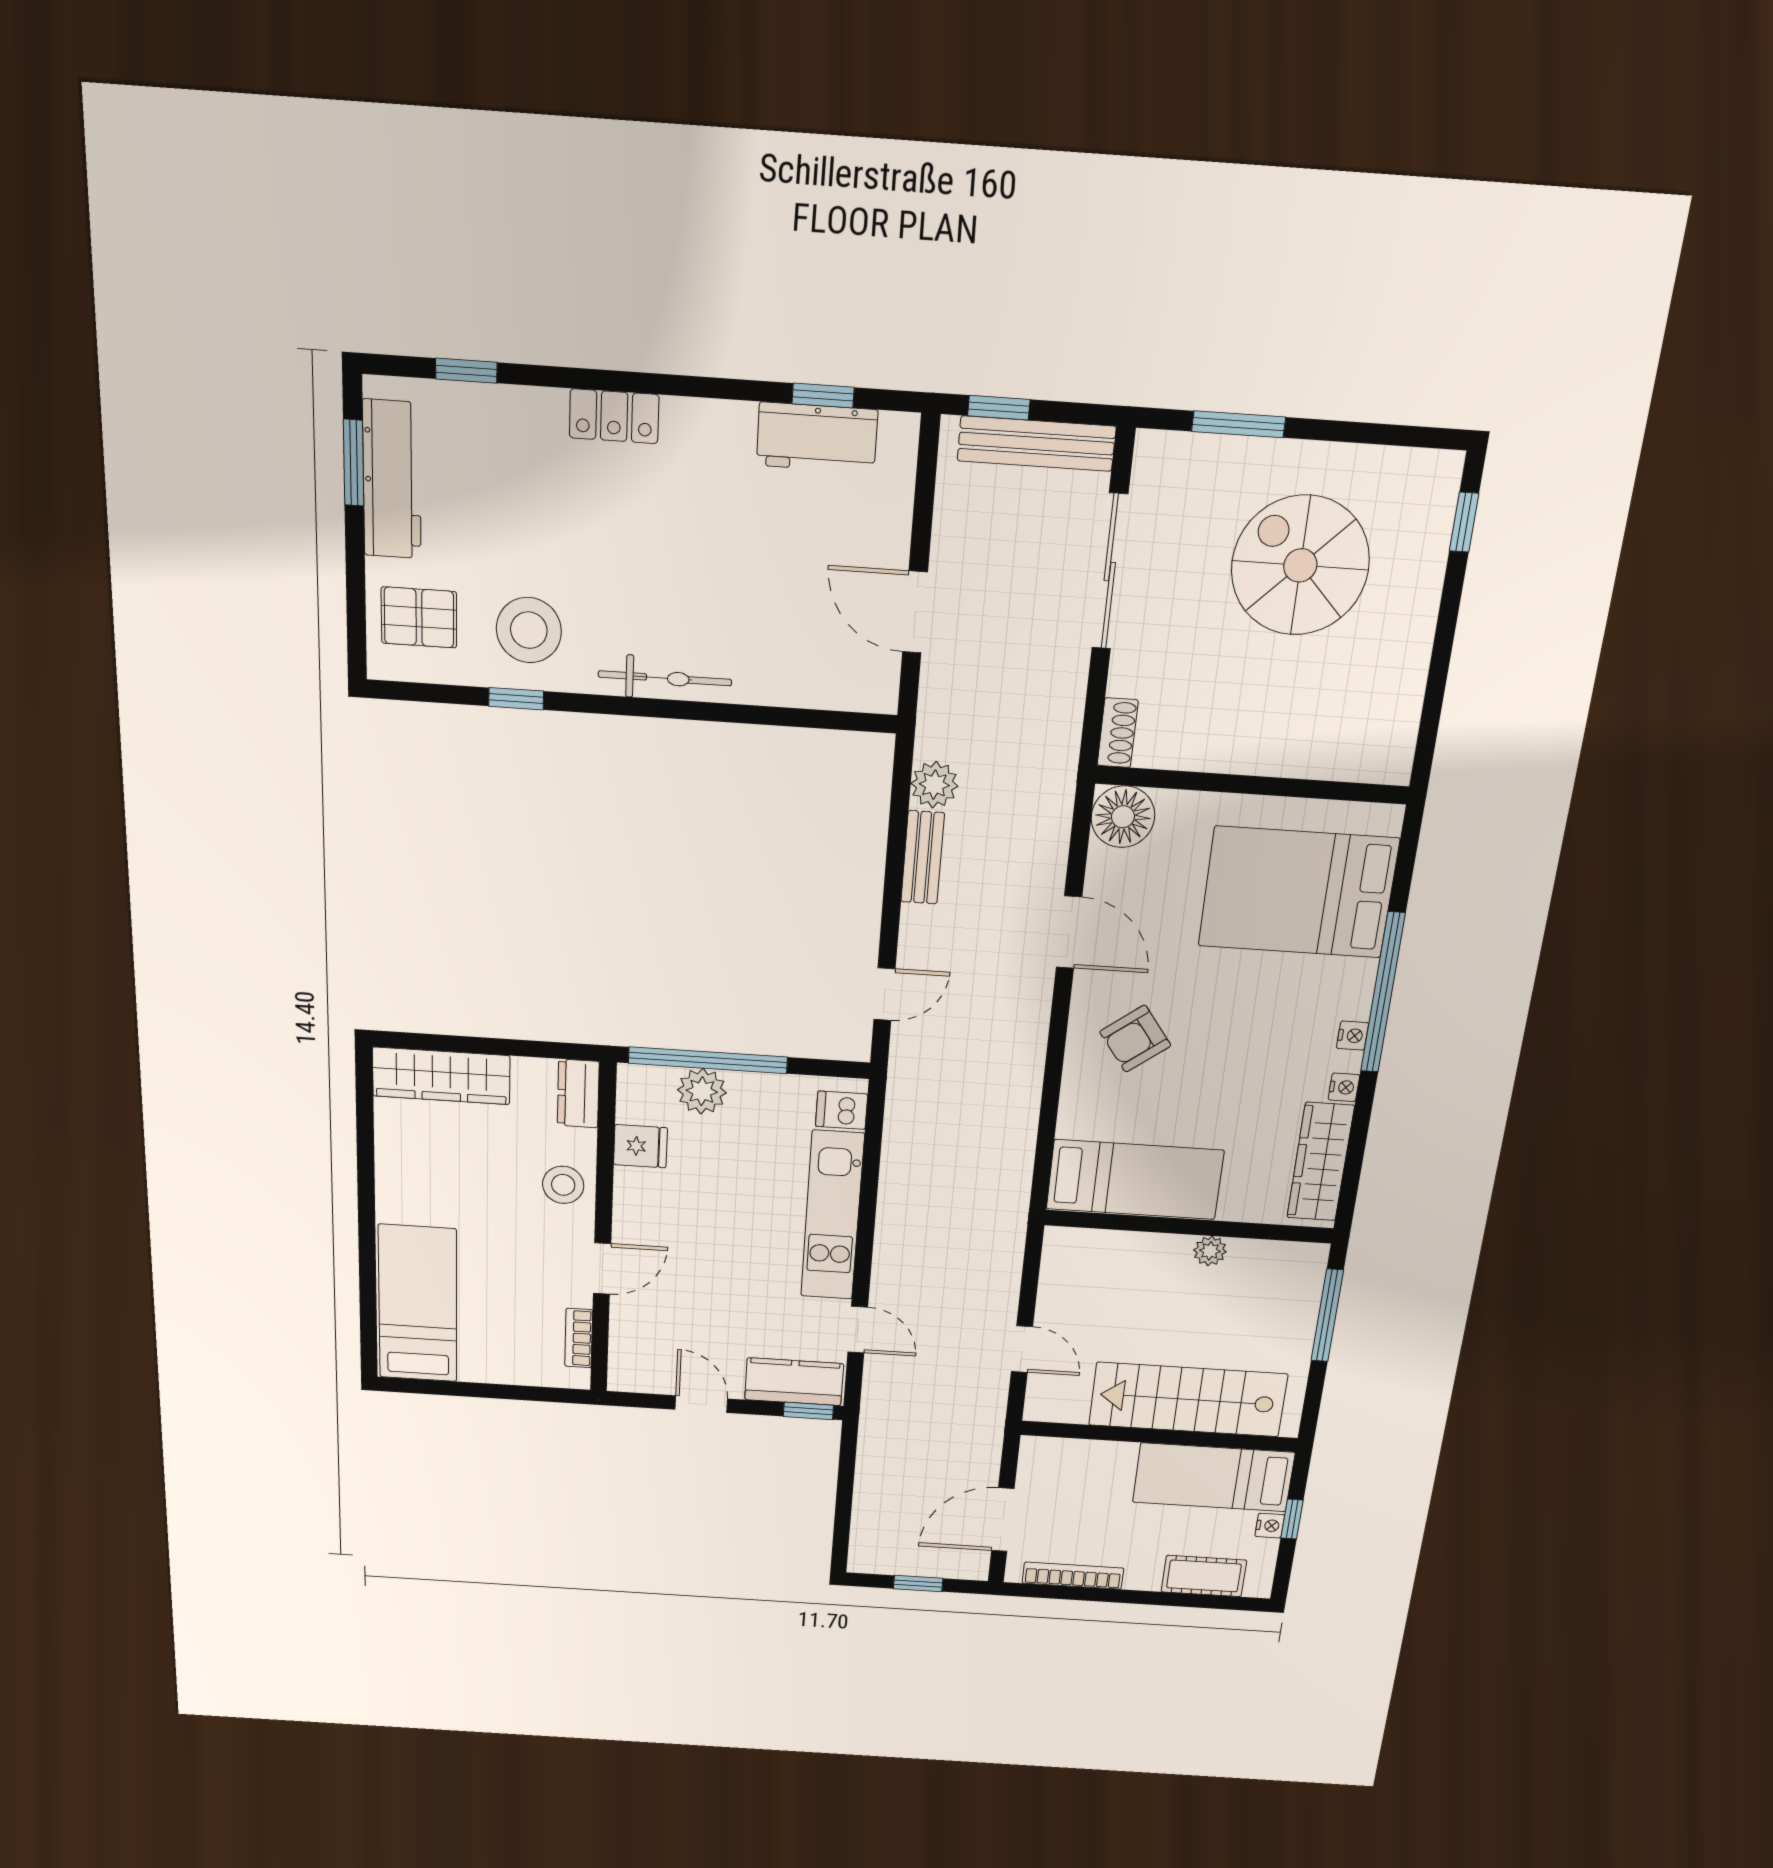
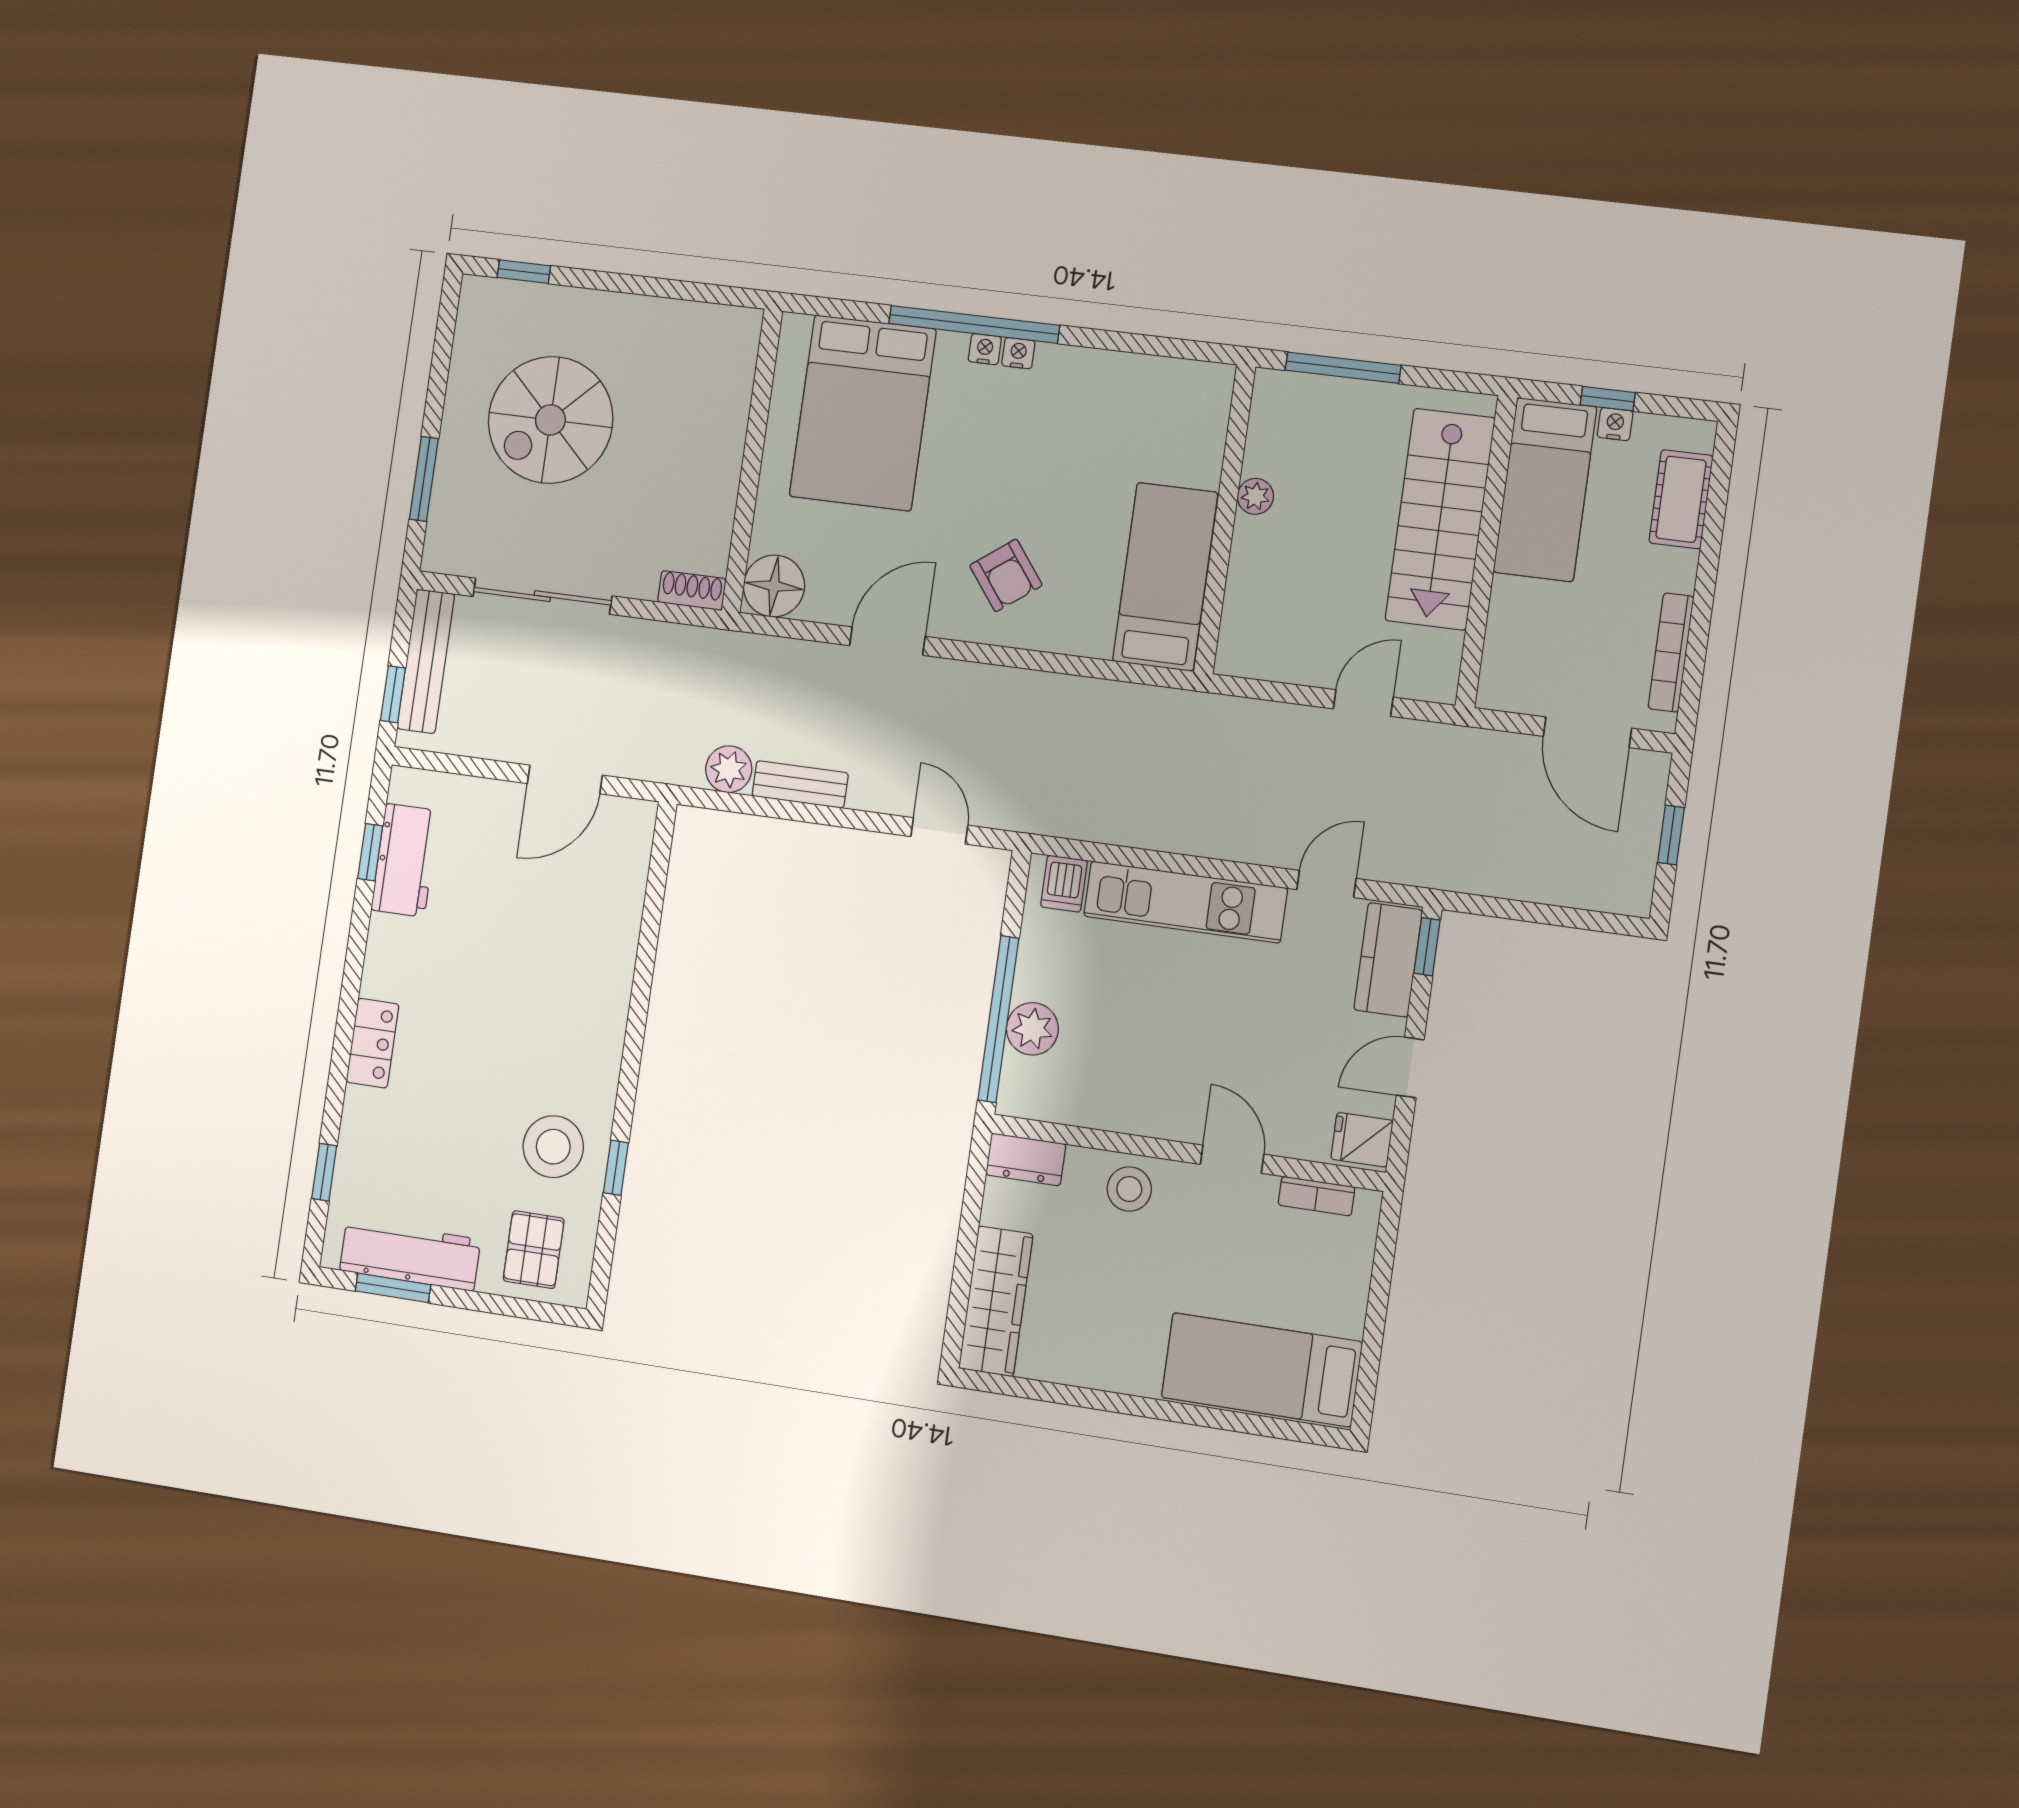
bicycle: (665, 678) -> (608, 1022), removed
nightstand: (1344, 1087) -> (985, 349), moved
fridge: (640, 1146) -> (1362, 1140), moved, turned -90
wardrobe: (1320, 1162) -> (1158, 381), removed

